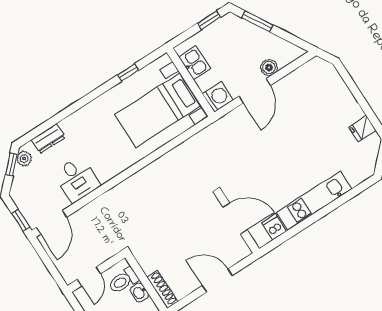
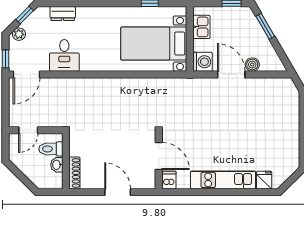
door: (255, 91) -> (231, 74), swing flipped
fridge: (363, 129) -> (264, 180), moved, turned 90
plant: (24, 159) -> (19, 34), moved
dishwasher: (274, 227) -> (169, 180), moved

